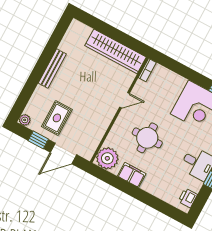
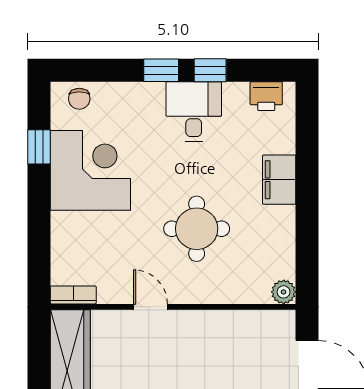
plant: (107, 158) -> (284, 292), width x0.53, depth x0.53
filing cabinet: (132, 175) -> (279, 180), moved

